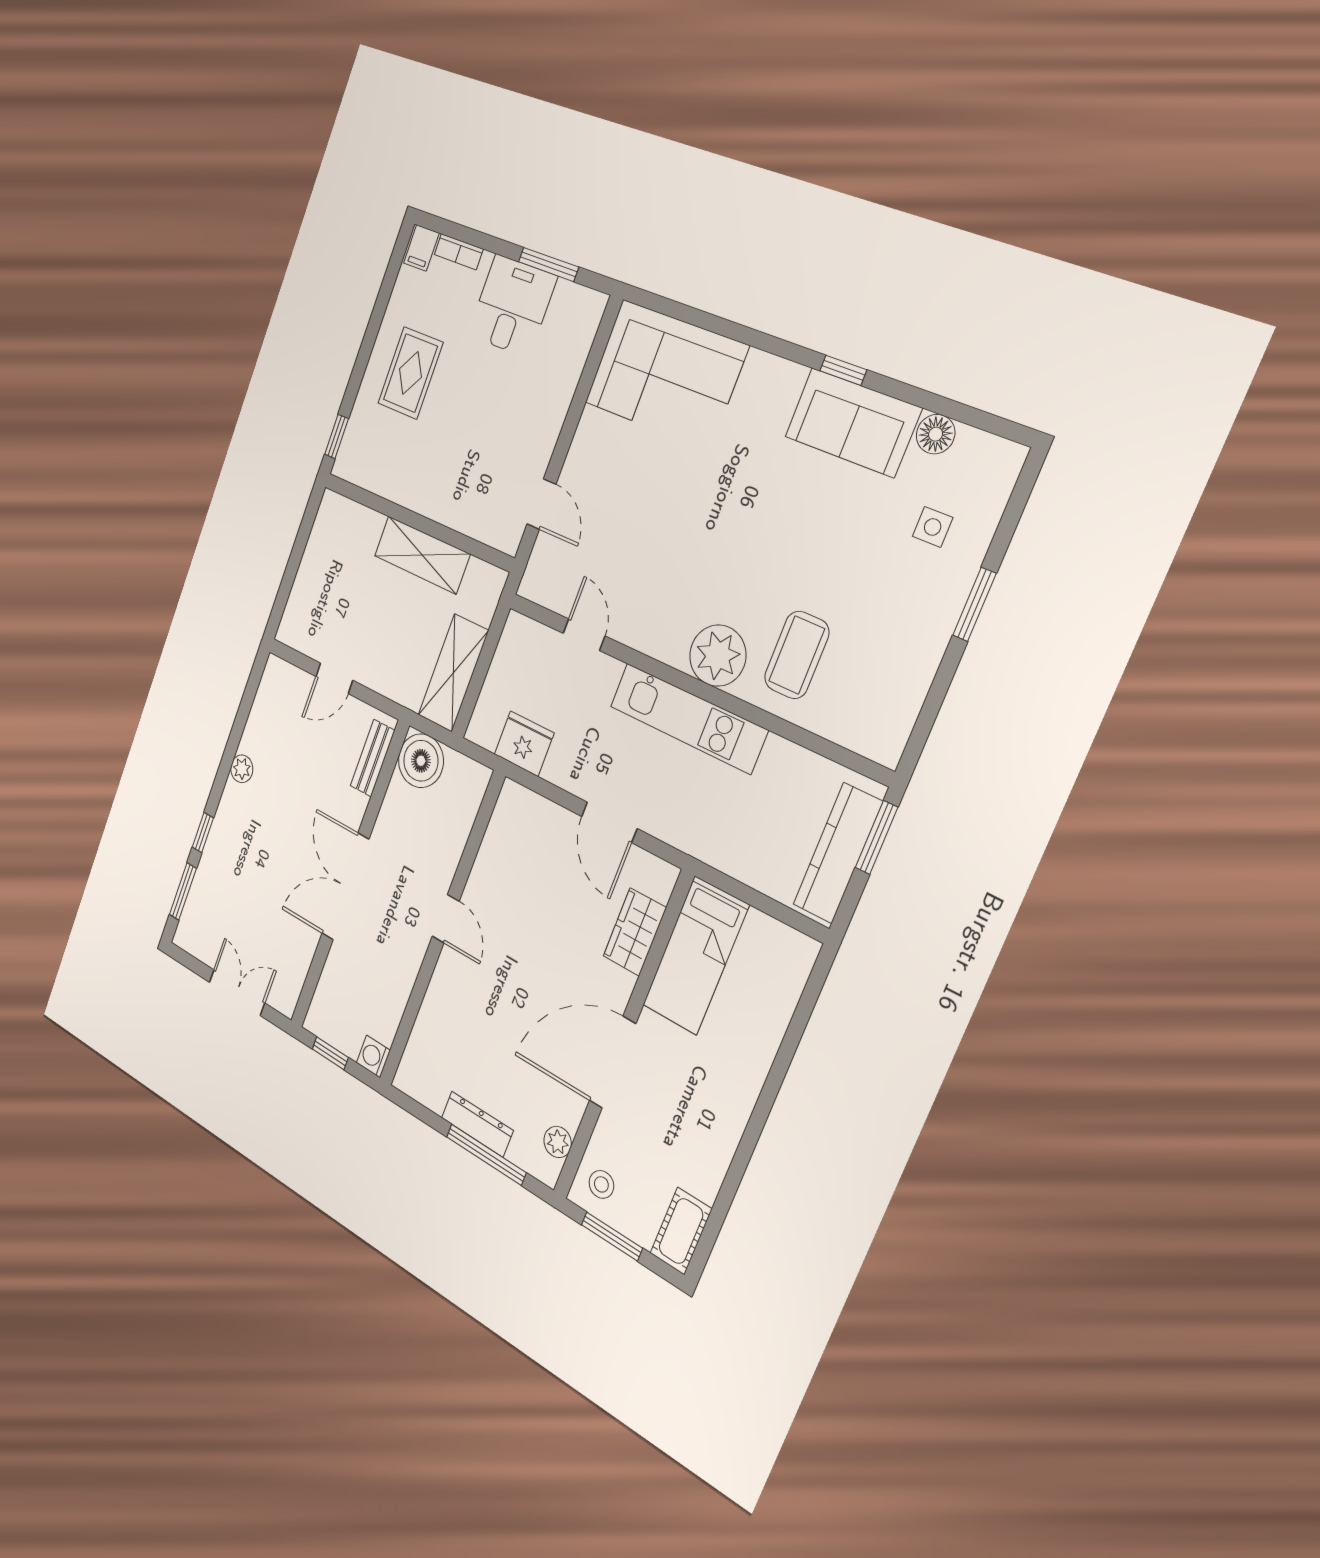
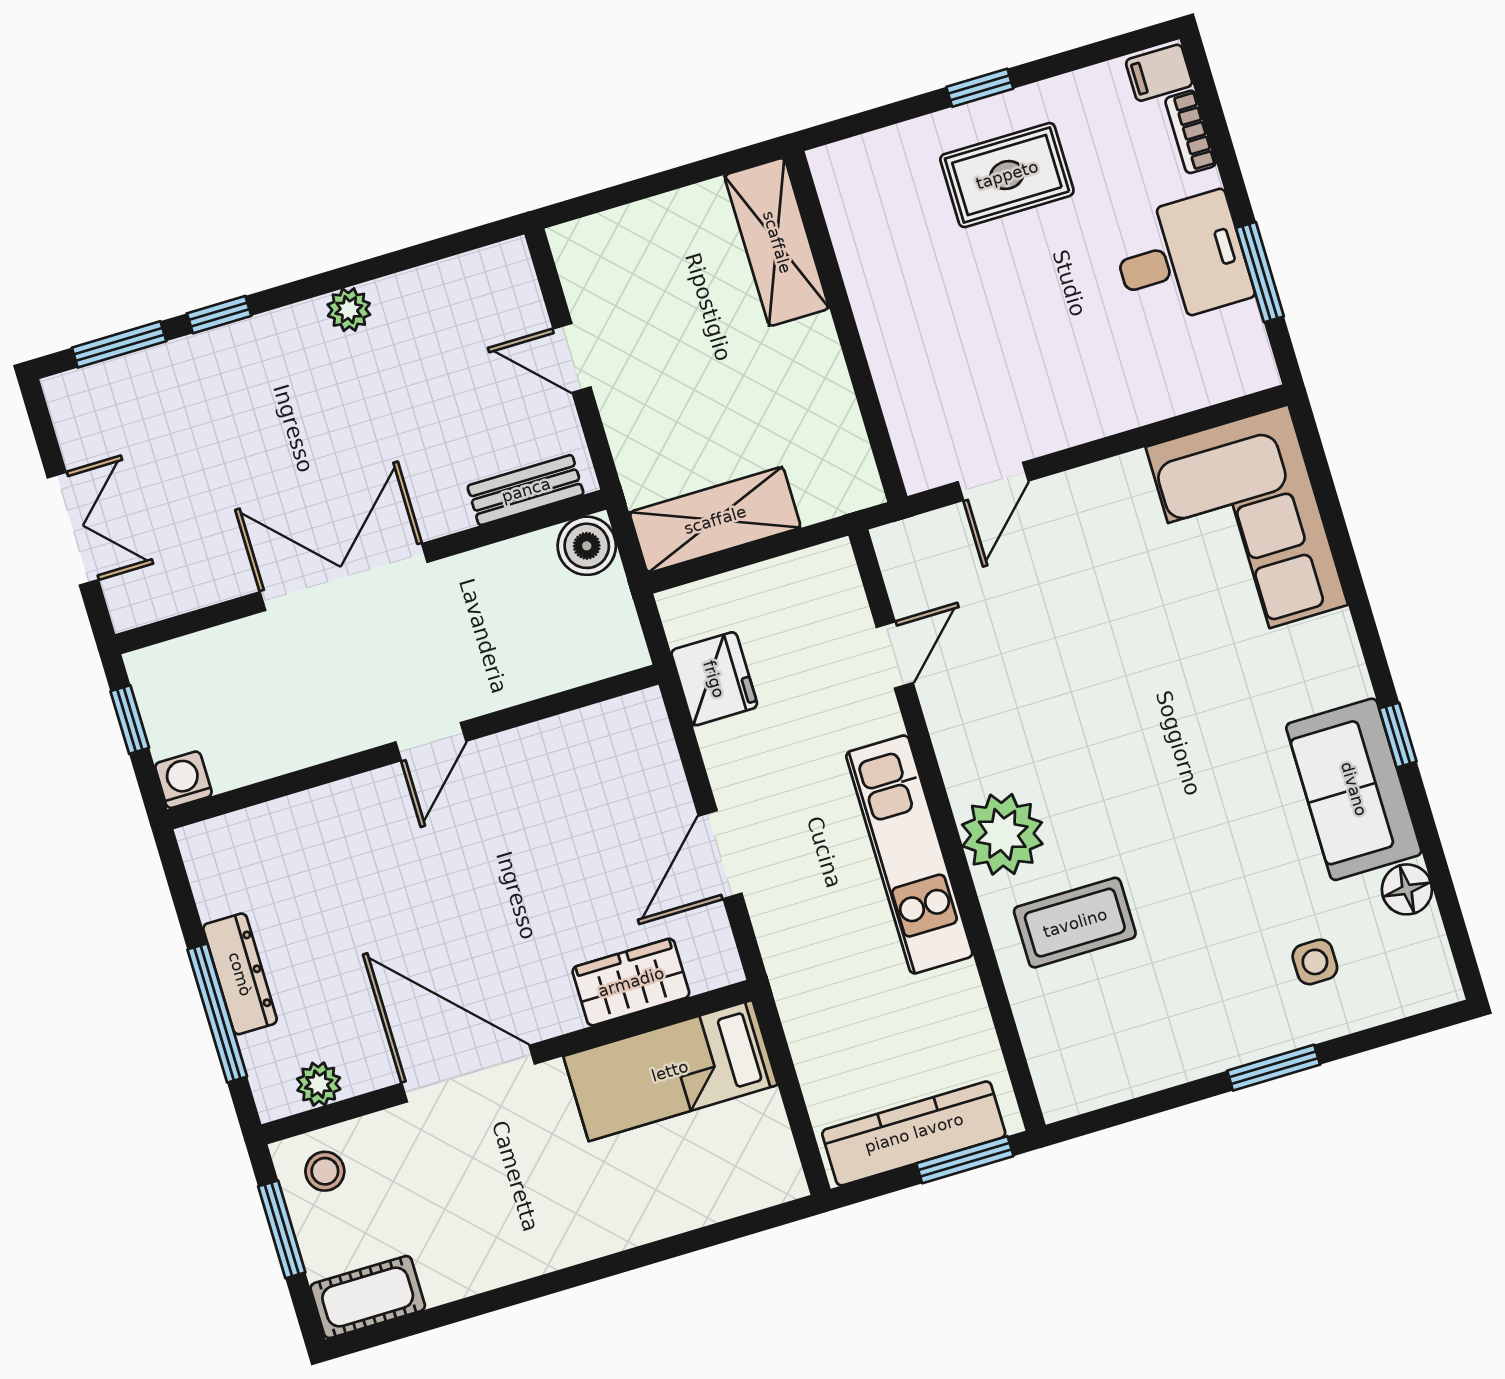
window: (337, 437) -> (980, 88), moved
shelving: (422, 555) -> (777, 242), moved
boiler: (421, 761) -> (587, 546), width x0.73, depth x0.73

